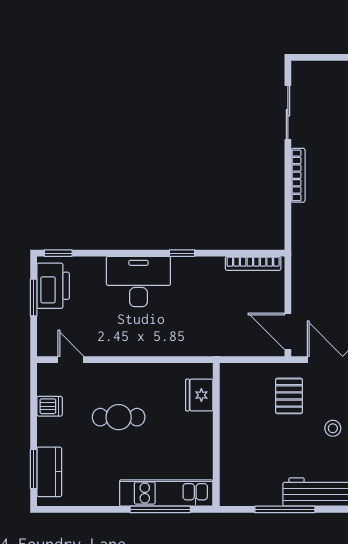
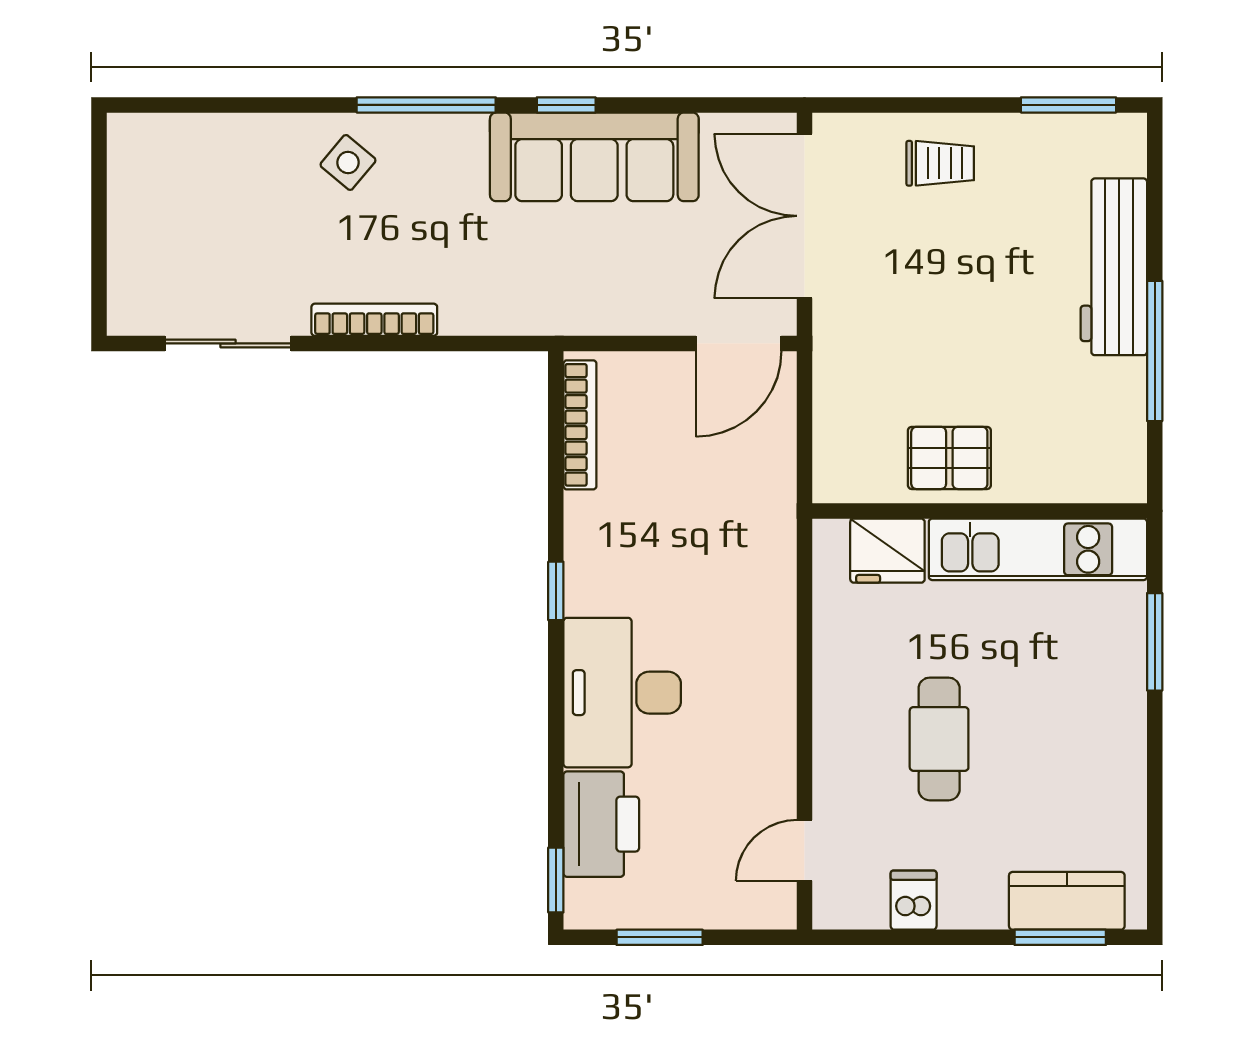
printer: (53, 286) -> (601, 824), moved, turned 90
pallet: (289, 396) -> (949, 458), moved
stool: (333, 428) -> (965, 239), removed
kitchen unit: (166, 493) -> (1038, 549), moved, turned -90
window: (160, 509) -> (1155, 642), width x0.69

